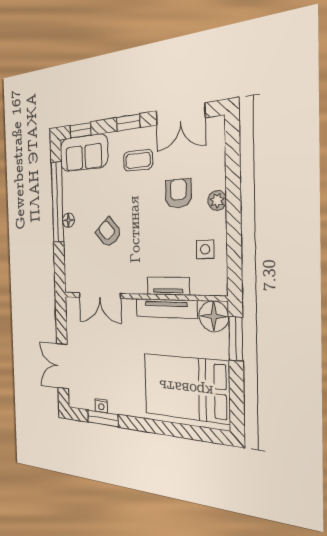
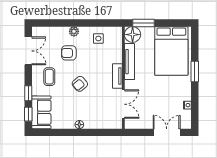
window: (128, 123) -> (28, 93), moved
window: (57, 202) -> (68, 132), removed
armchair: (109, 233) -> (80, 84), moved
tv unit: (168, 286) -> (117, 76), moved
double door: (63, 366) -> (167, 132), swing flipped
window: (103, 418) -> (195, 72), moved

